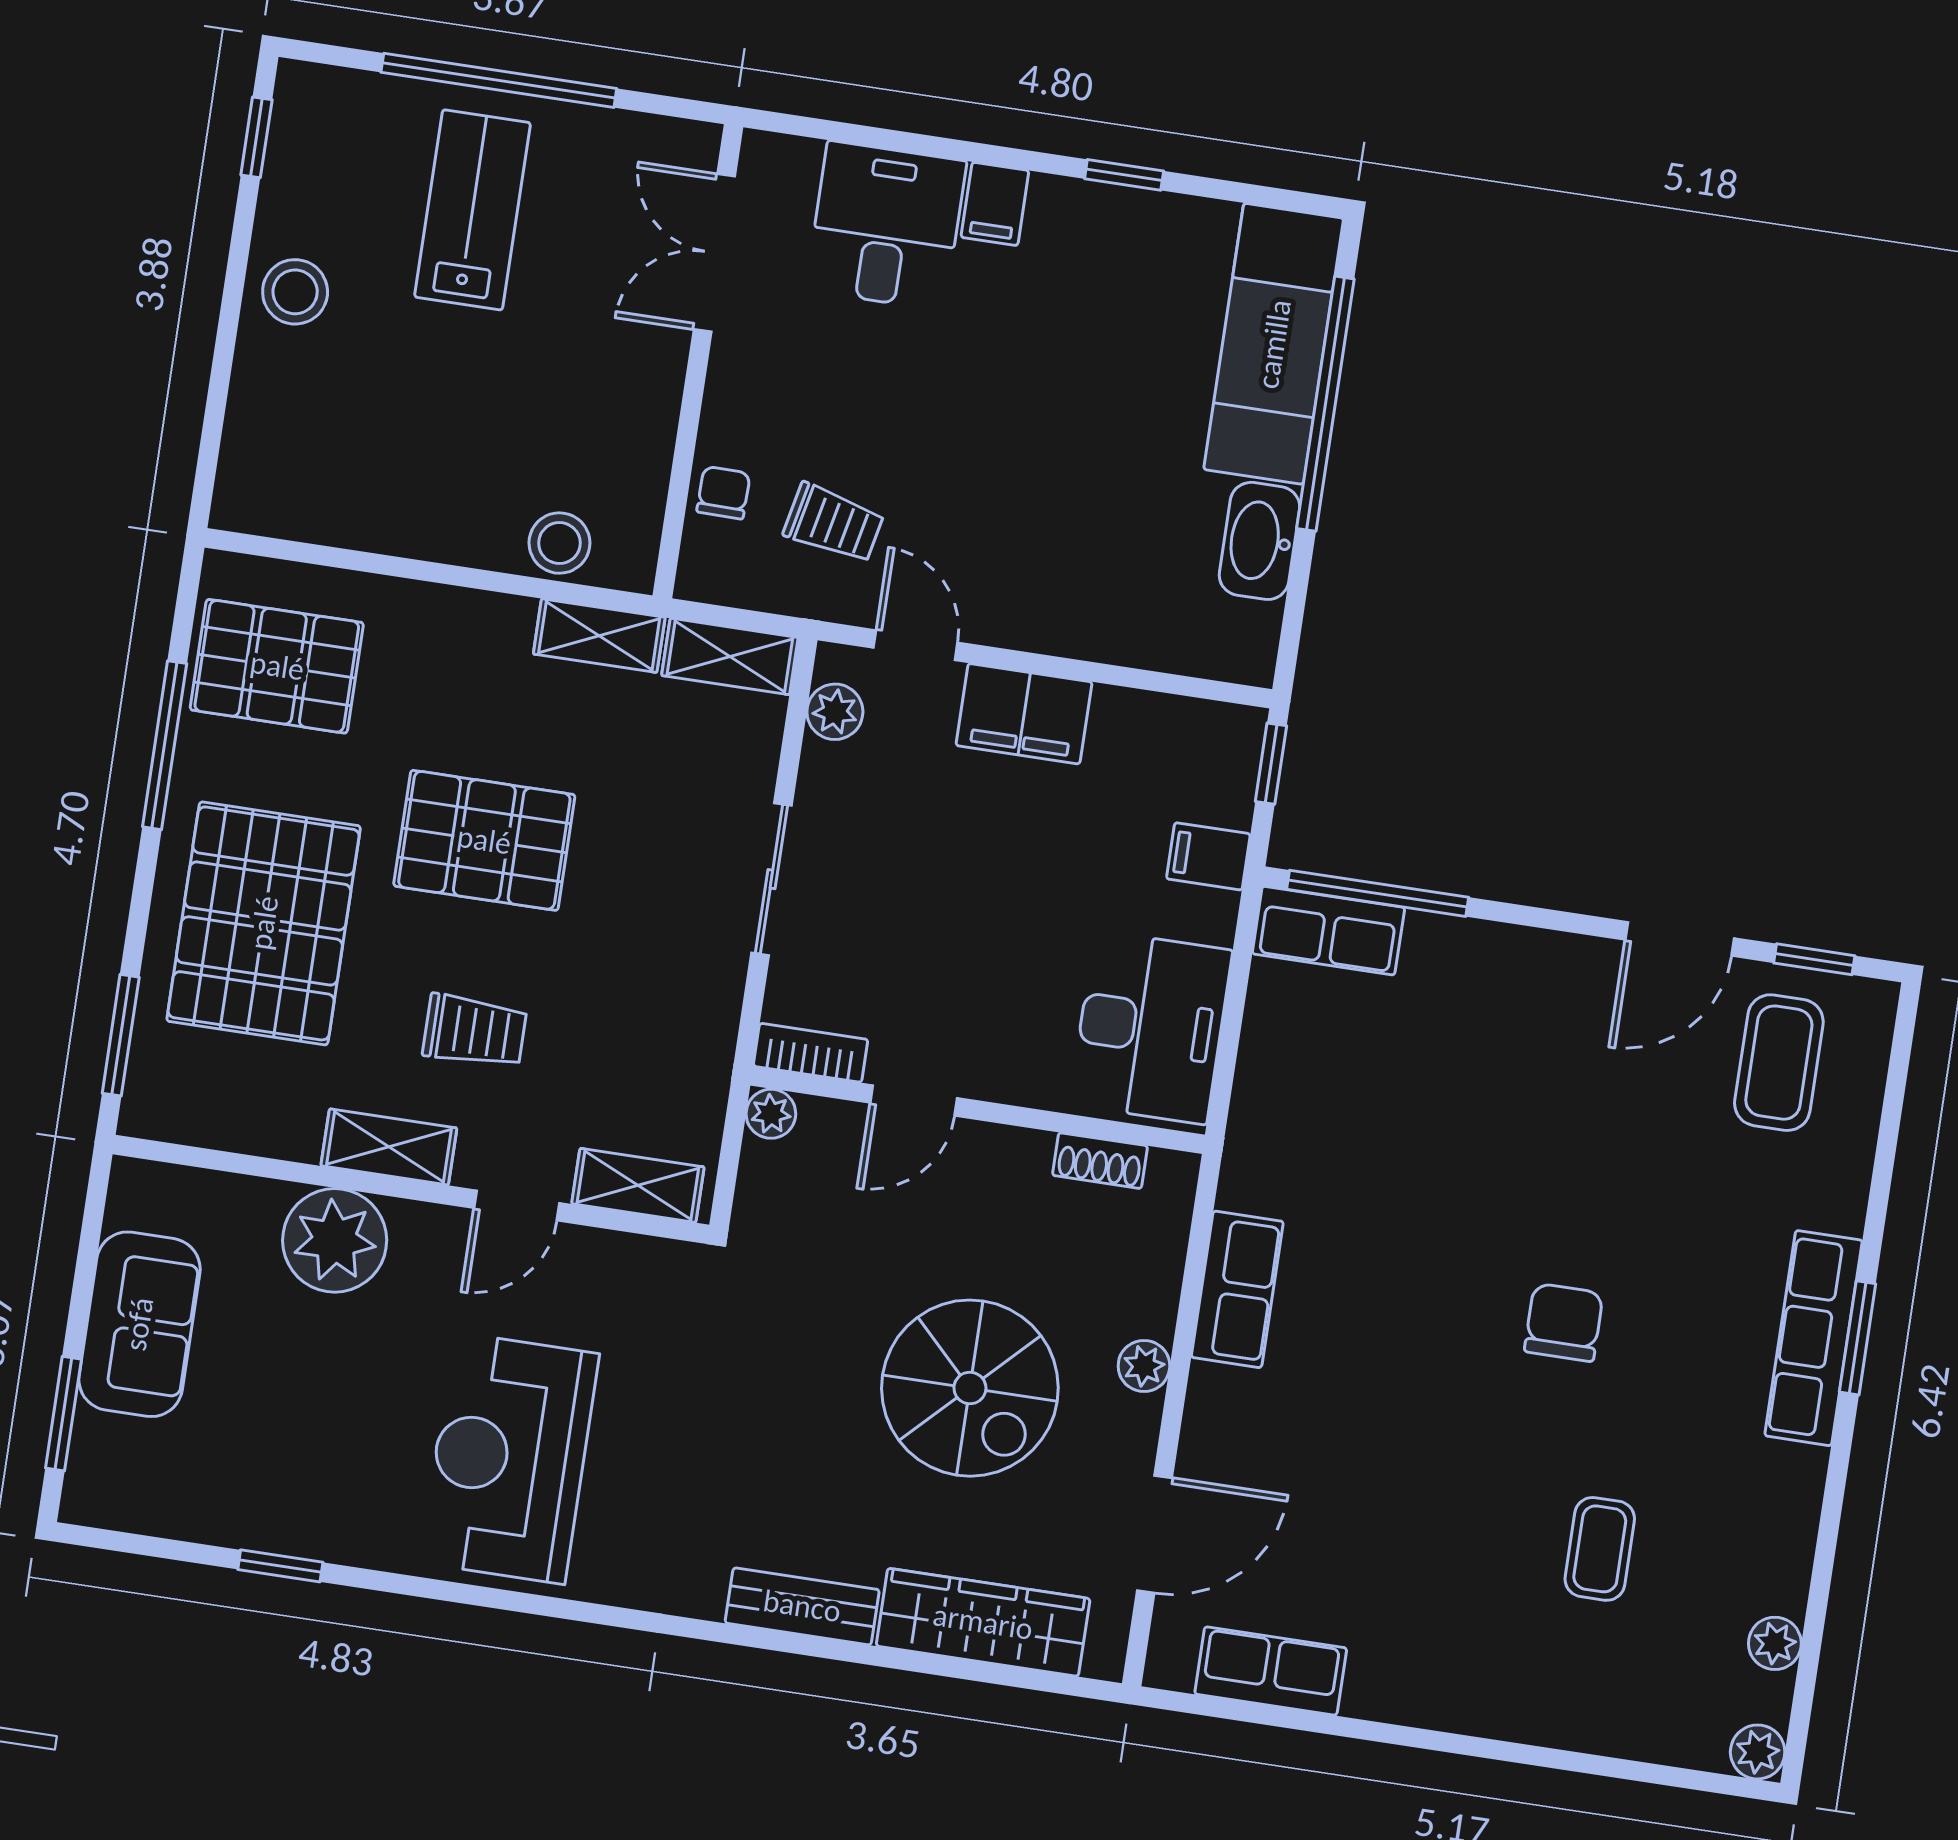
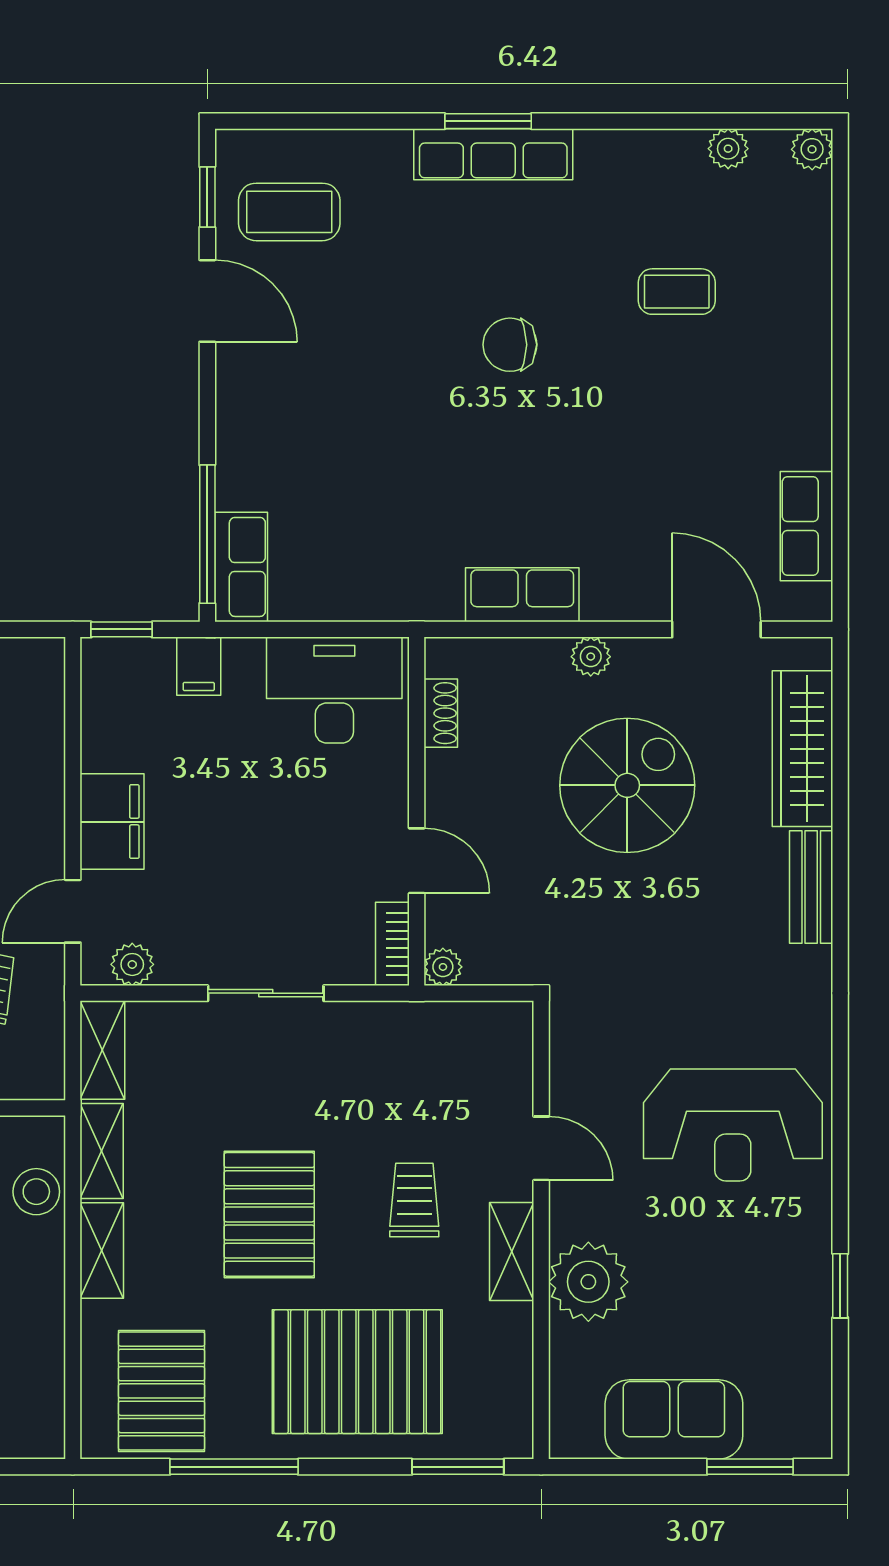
shelving: (638, 1185) -> (102, 1251), moved

